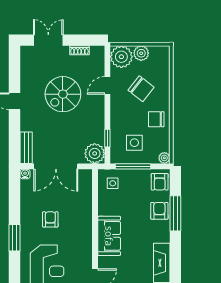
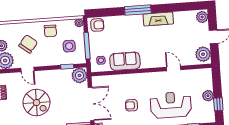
armchair: (159, 211) -> (119, 24), removed
window: (175, 213) -> (138, 10), moved
sofa: (109, 236) -> (125, 61), moved

